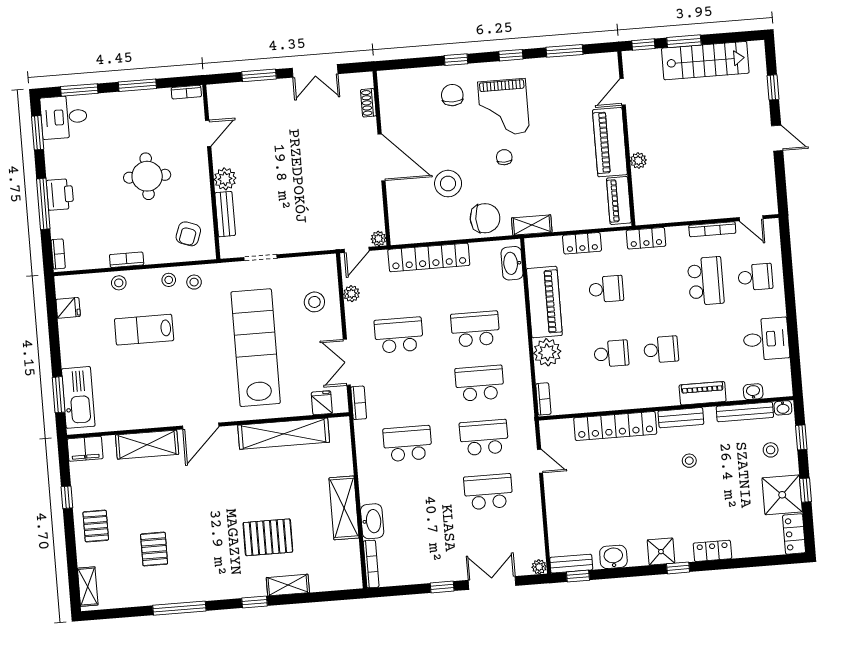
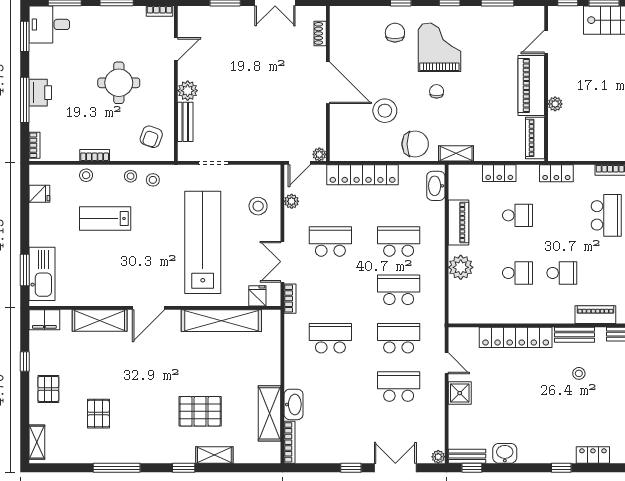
grand piano: (504, 107) -> (439, 47), turned 180
piano: (544, 302) -> (458, 223), width x0.73, depth x0.75
bookcase: (543, 399) -> (454, 308), removed
shelving: (344, 508) -> (270, 413), moved
shower: (661, 552) -> (460, 393), moved

